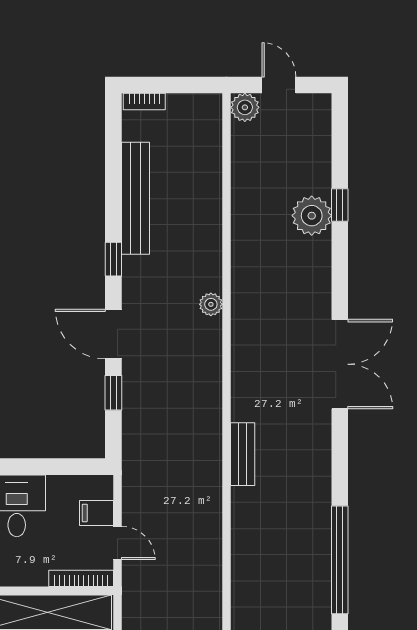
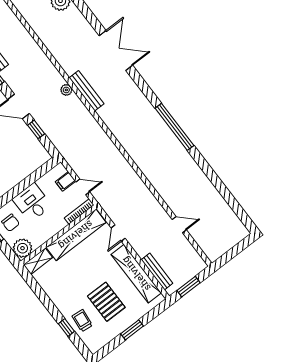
plant: (211, 304) -> (66, 90), moved
bench: (243, 454) -> (87, 91), moved, width x1.36

